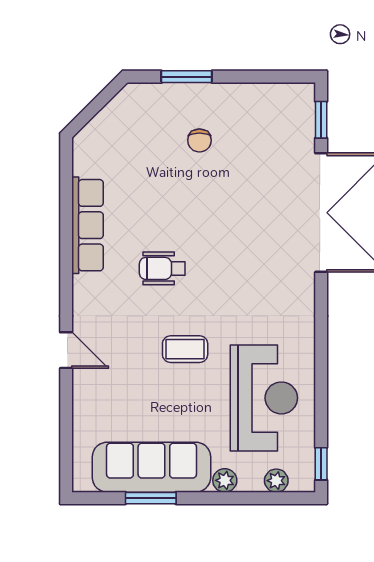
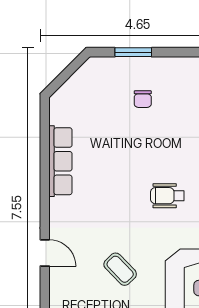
wheelchair: (162, 268) -> (167, 196), moved
coffee table: (185, 349) -> (120, 269), moved, turned 46

